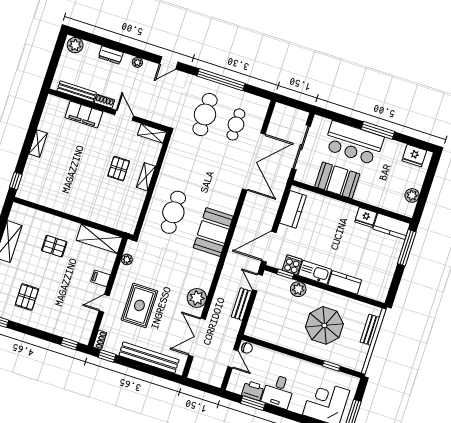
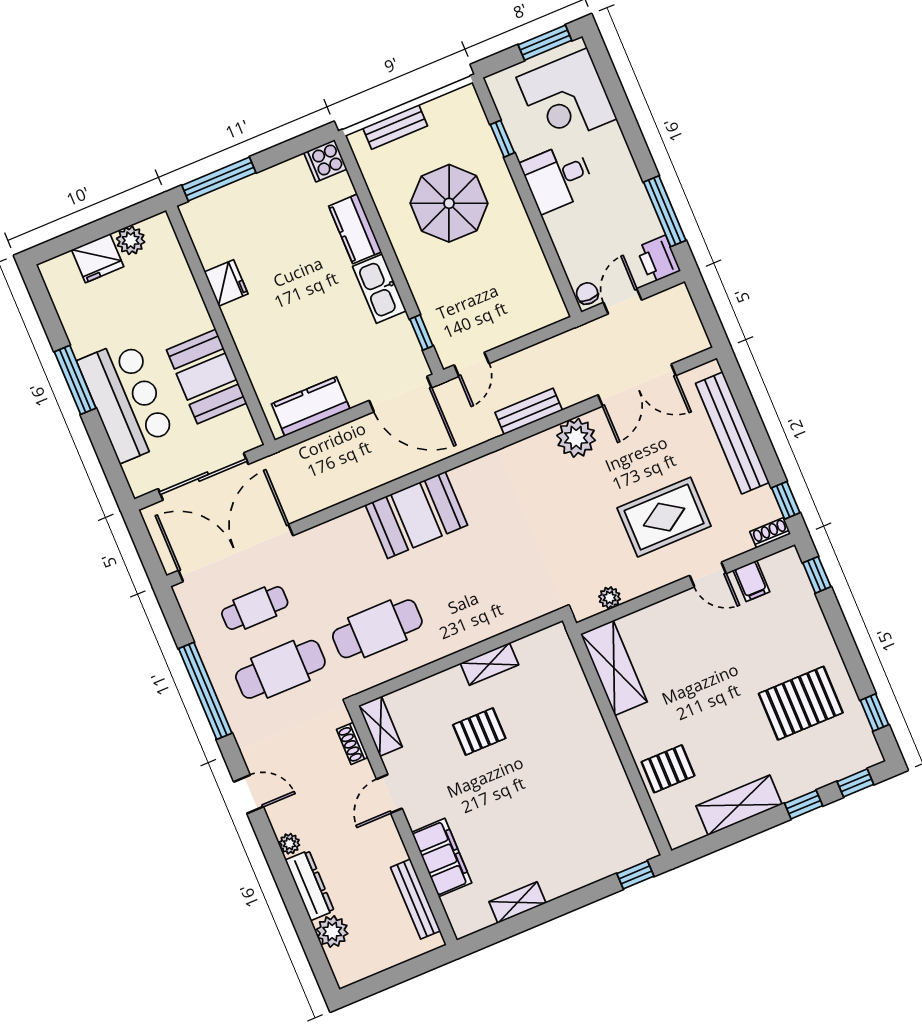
plant: (75, 45) -> (332, 932), moved
dresser: (111, 55) -> (310, 885), width x1.44
shoe rack: (104, 101) -> (352, 743), moved
shelving: (38, 143) -> (518, 902), moved
fridge: (414, 156) -> (98, 258), moved, turned 90
double door: (254, 162) -> (236, 553), moved
shelving: (146, 177) -> (489, 664), moved
cafe table: (173, 212) -> (377, 629), moved
kitchen counter: (391, 226) -> (206, 231), removed
booth: (213, 232) -> (416, 515), moved
pallet: (54, 246) -> (668, 769), moved, turned 90
cooker: (292, 265) -> (325, 161), moved
filing cabinet: (101, 278) -> (751, 581), moved
plant: (298, 289) -> (427, 292), removed
pallet: (27, 297) -> (801, 703), width x1.50, depth x1.42
bench: (241, 304) -> (529, 411), moved
printer: (253, 390) -> (658, 259), moved
desk: (278, 391) -> (558, 177), moved, turned 180
window: (253, 403) -> (665, 211), width x1.44

